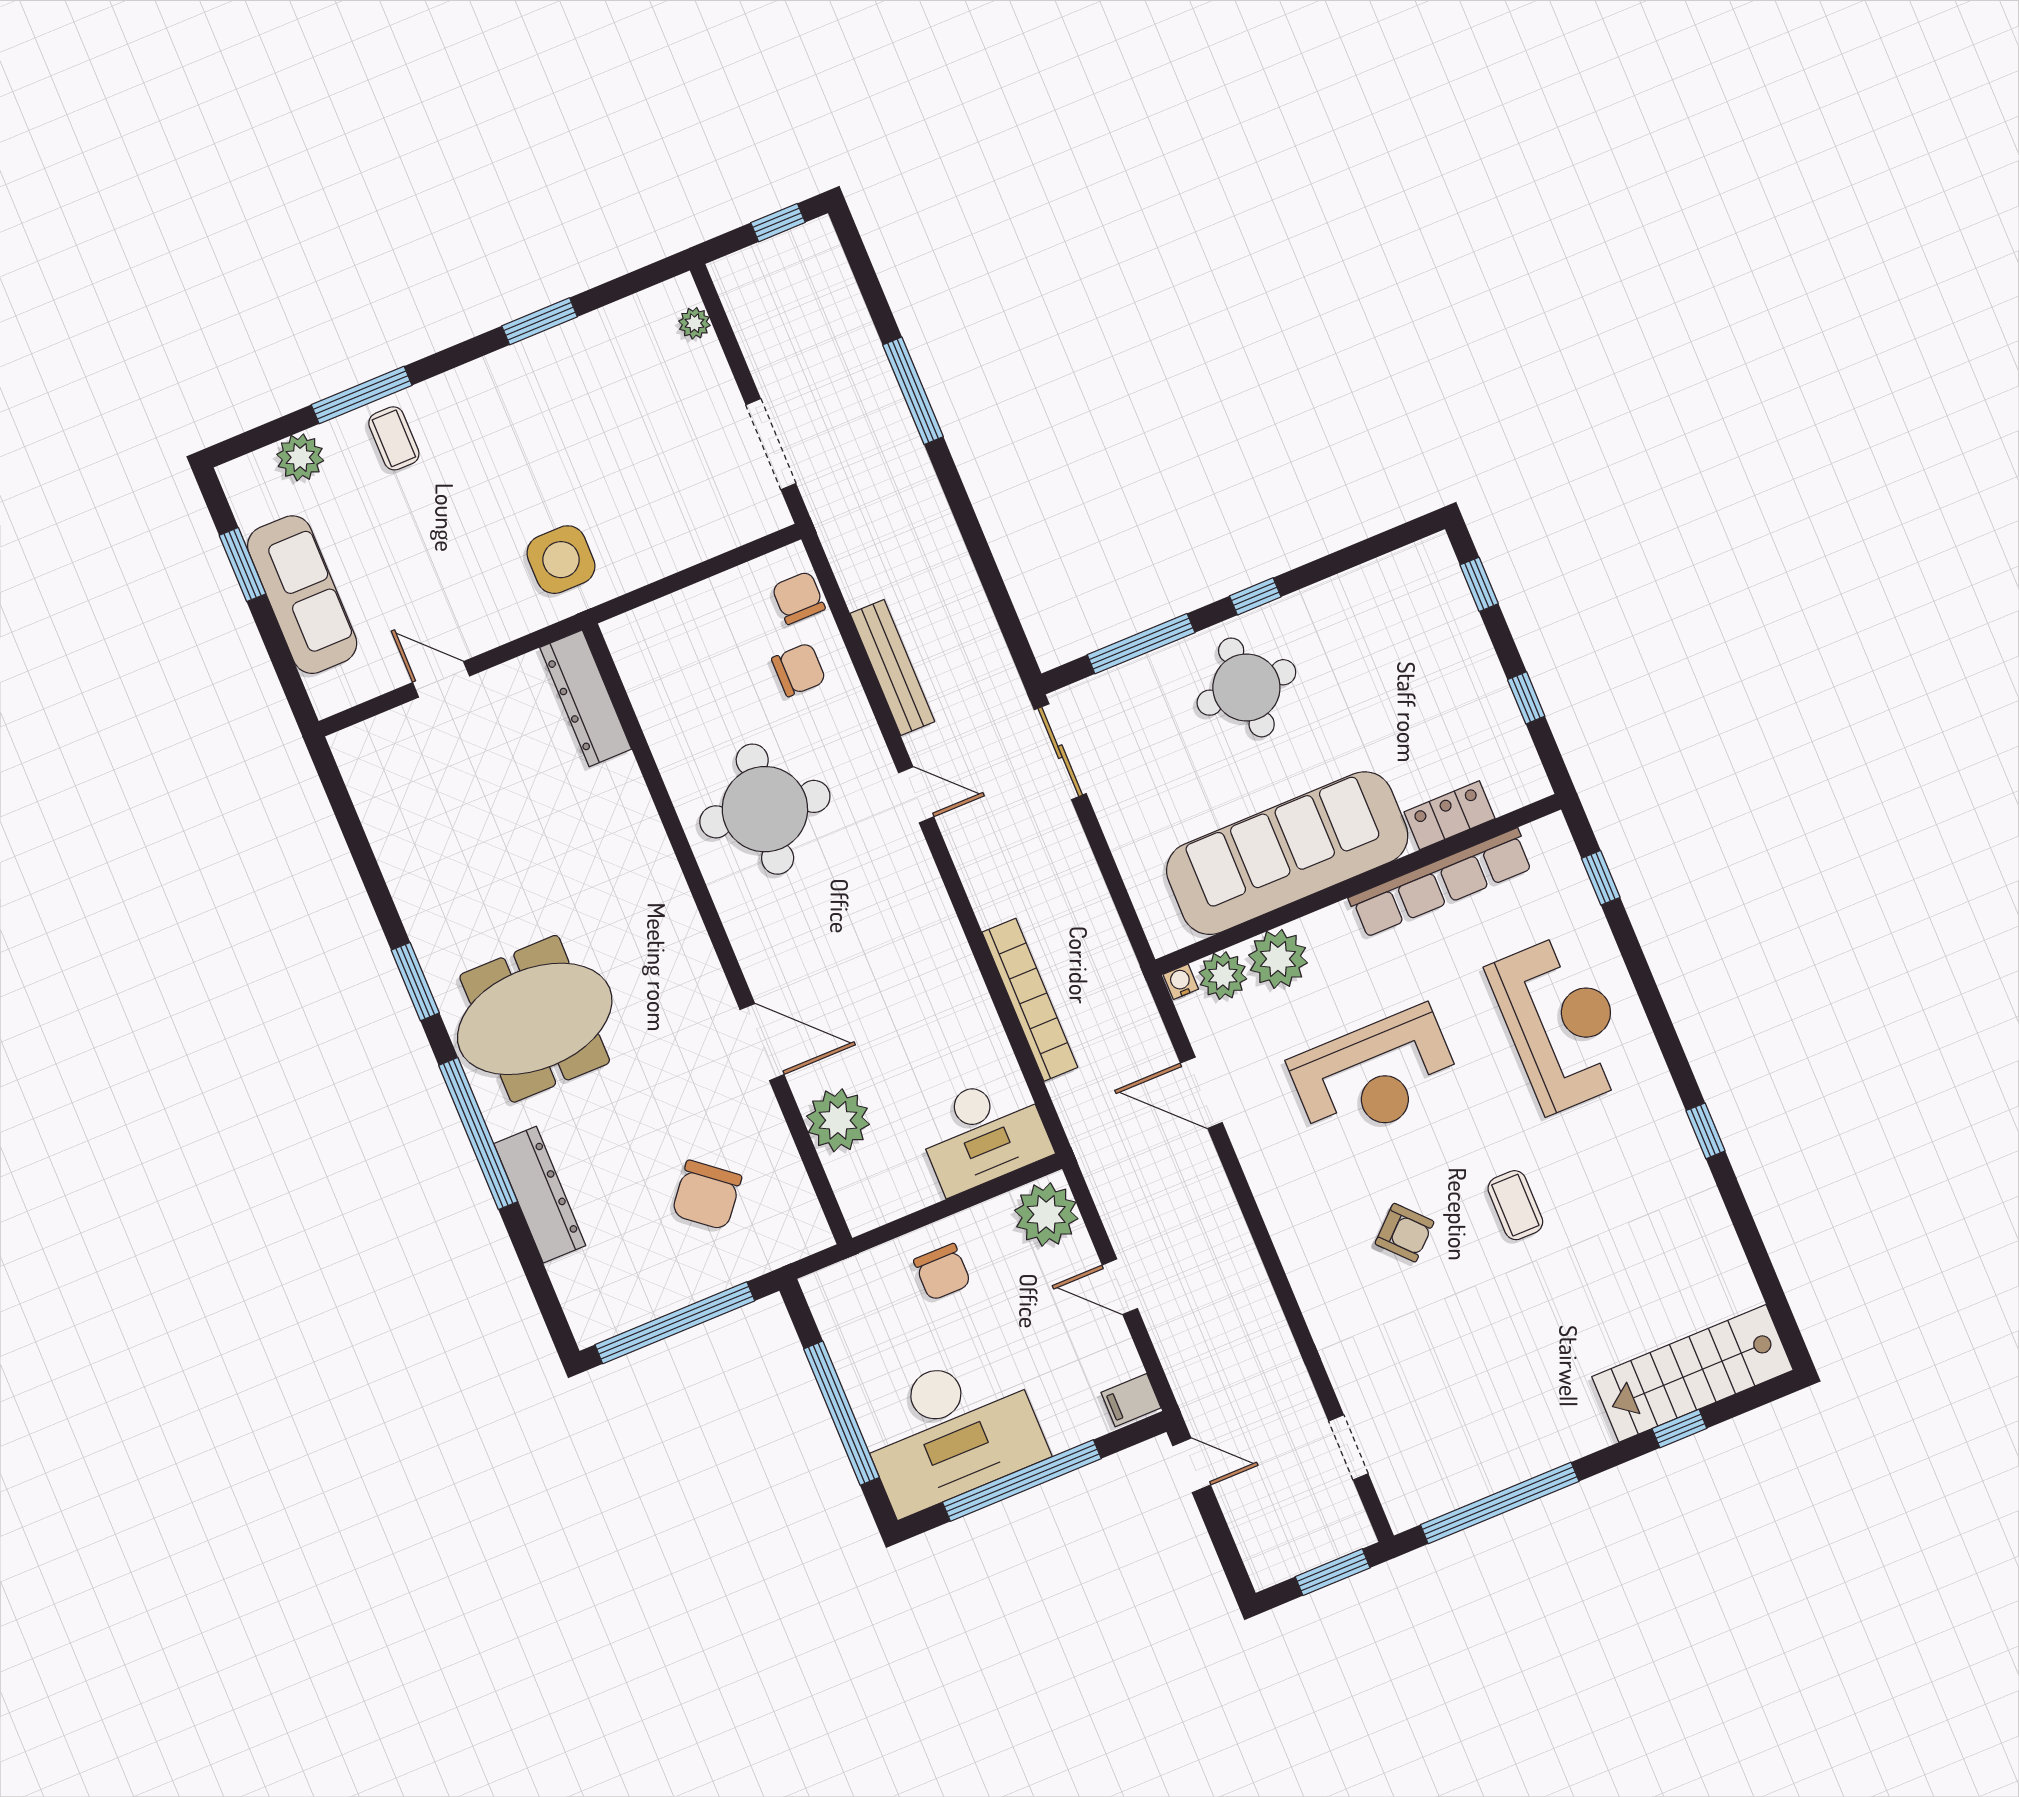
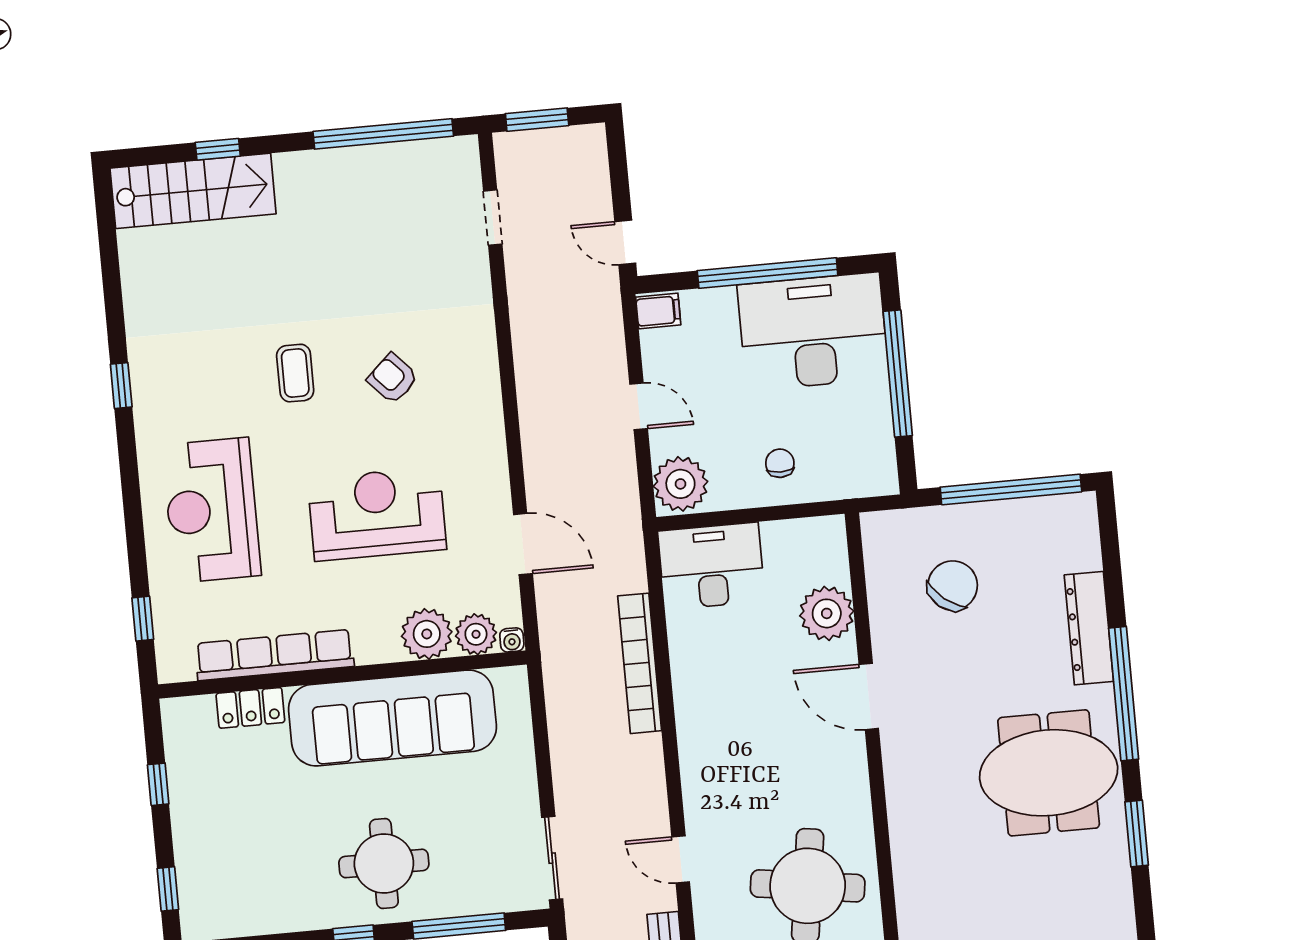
chair: (942, 1272) -> (780, 463), width x0.73, depth x0.73

